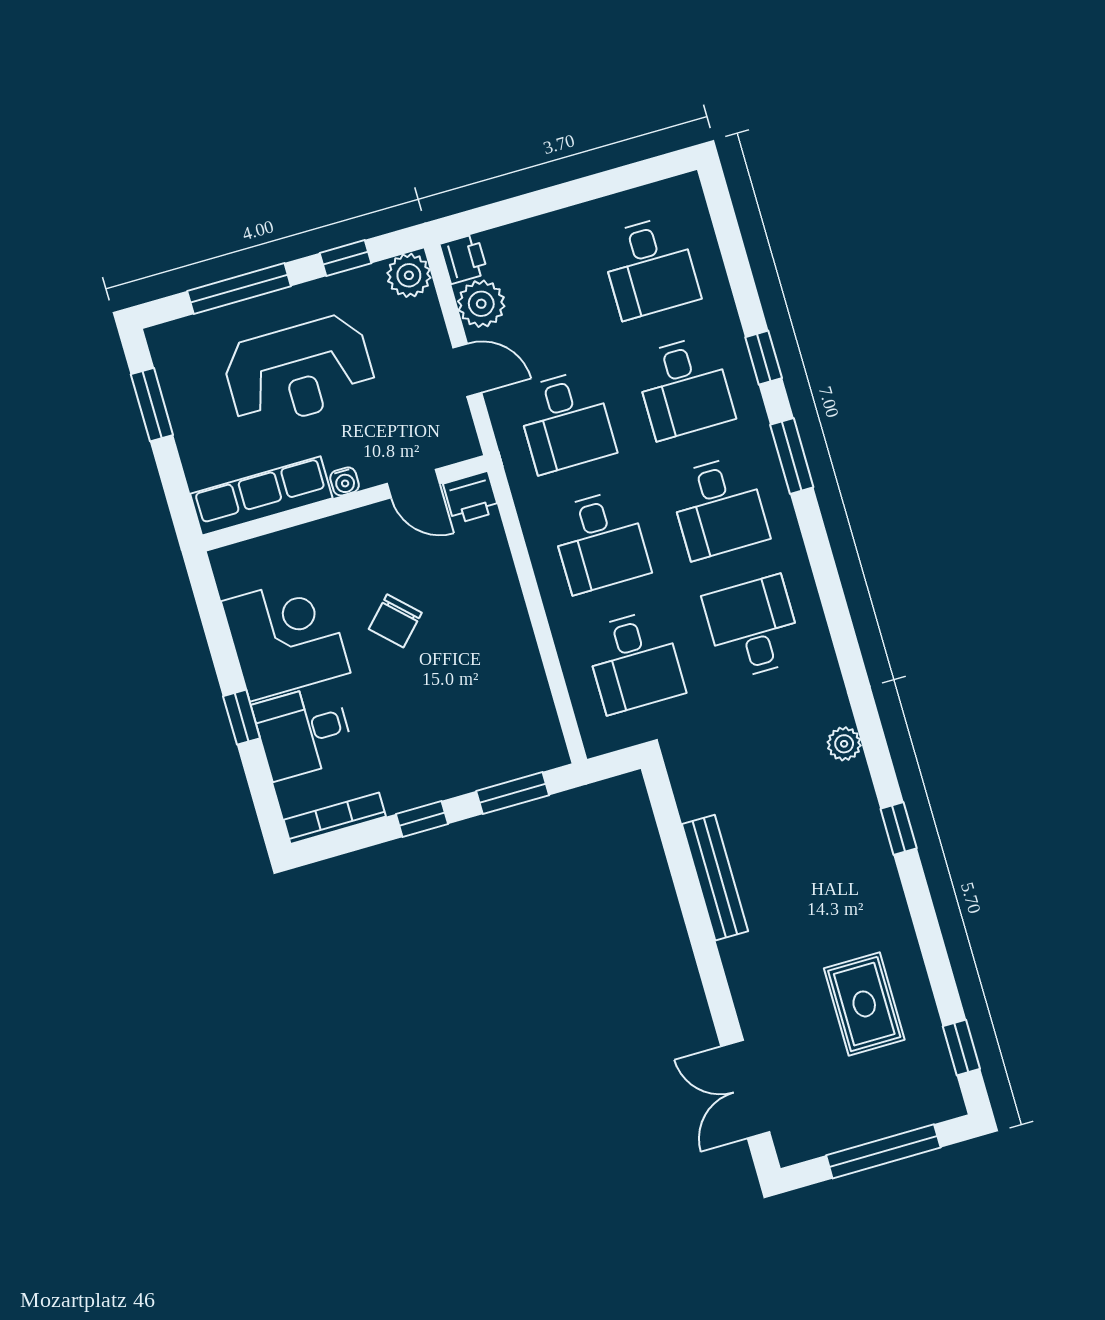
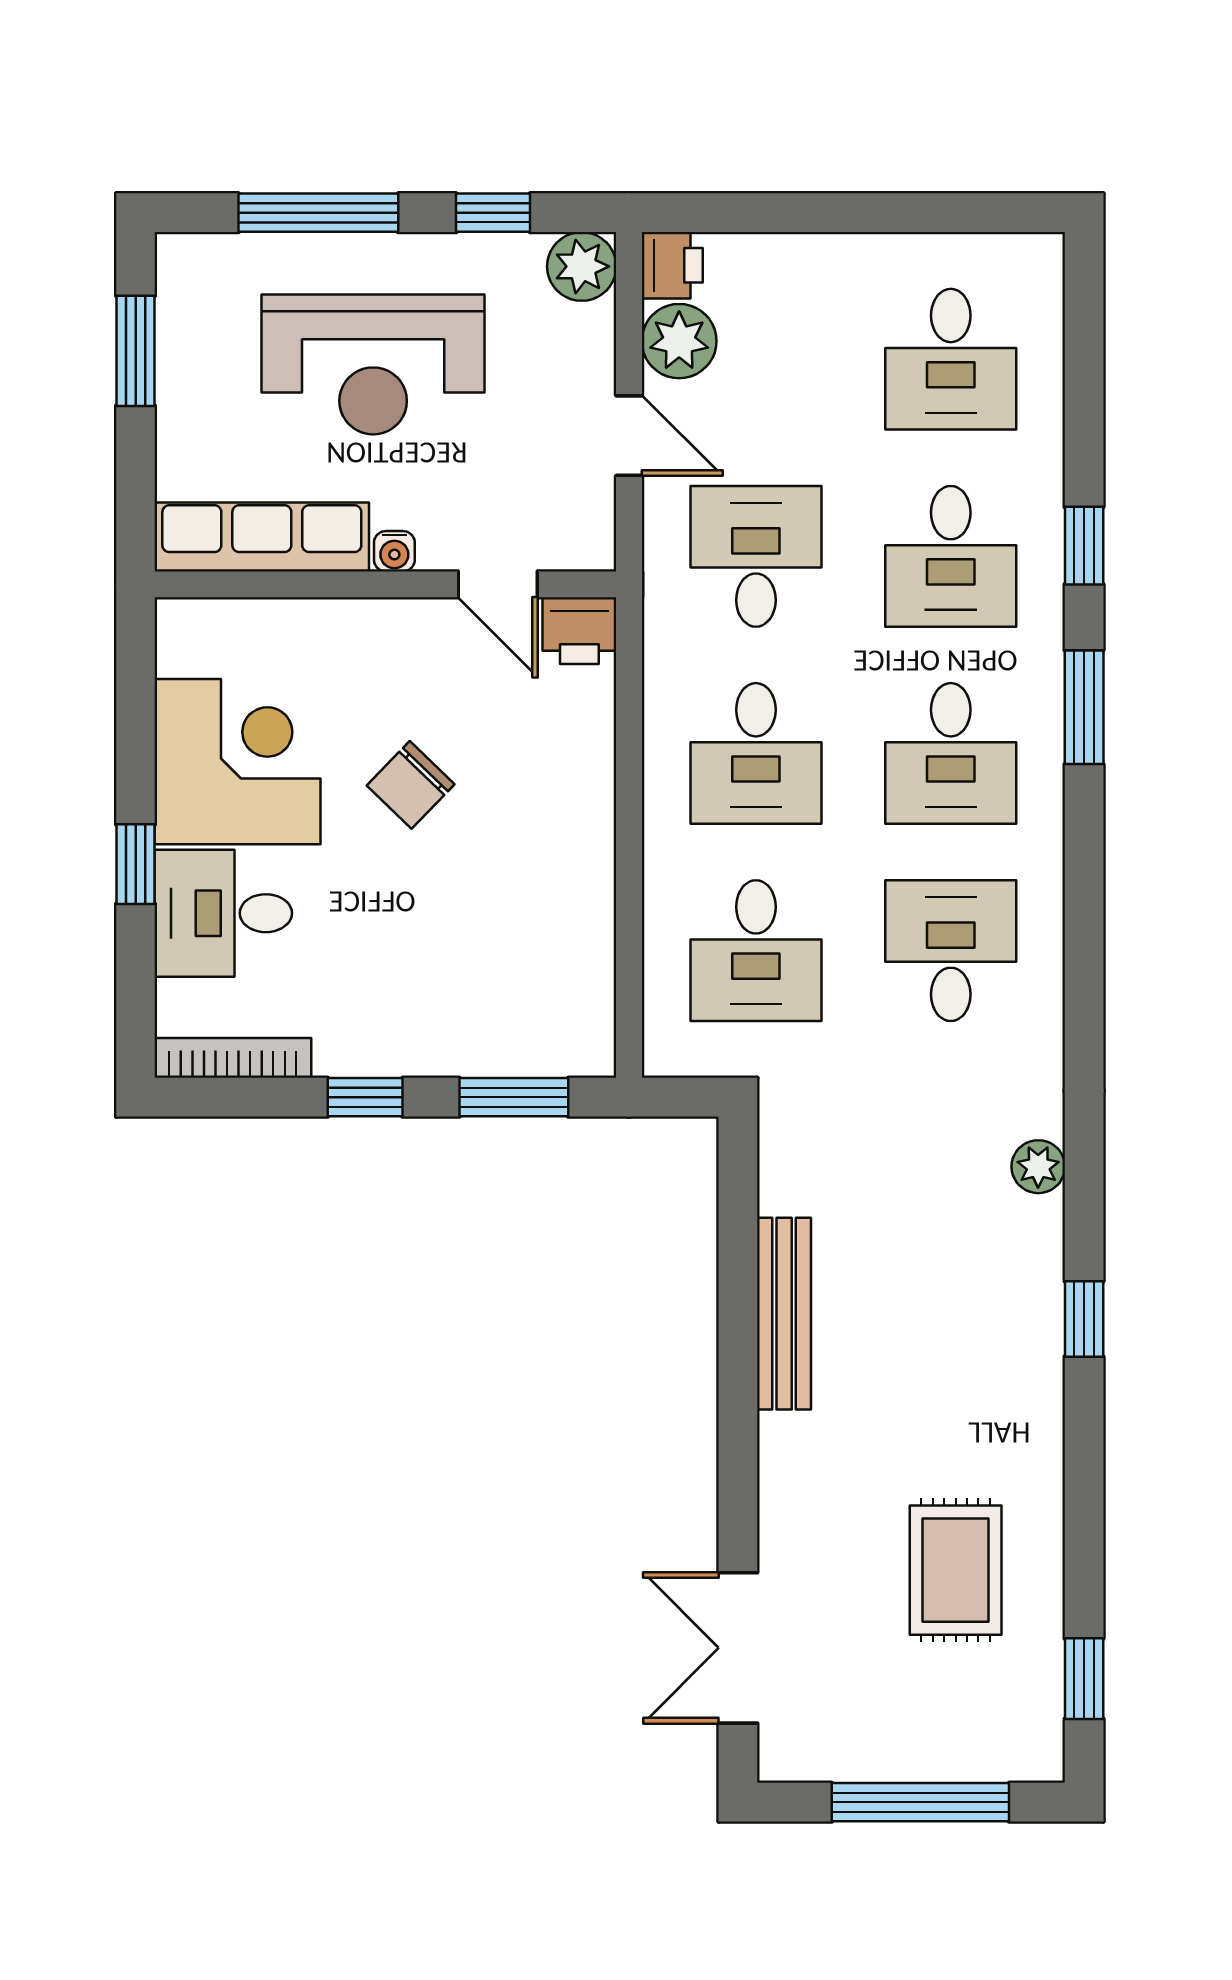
desk: (566, 421) -> (756, 556), turned 180

